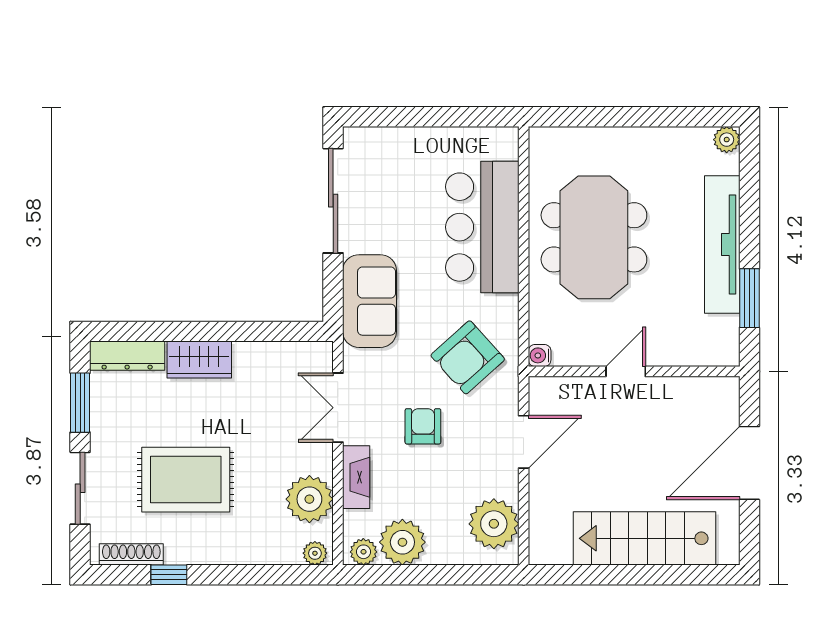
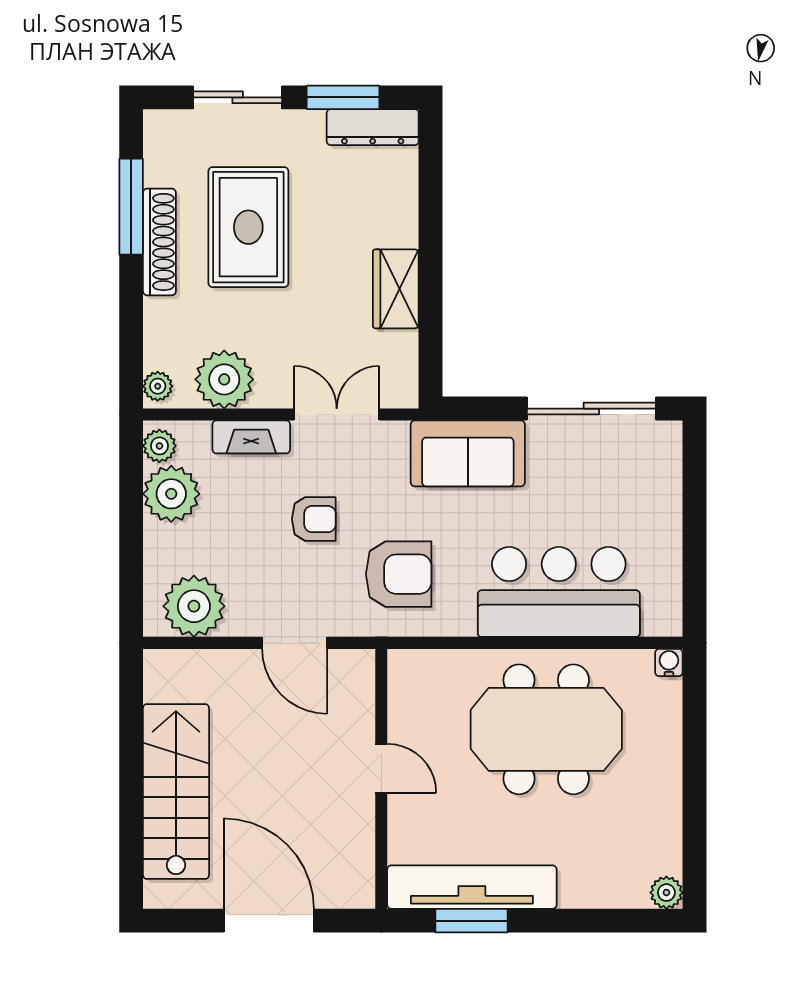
tv unit: (722, 244) -> (472, 887), moved
water cooler: (540, 355) -> (669, 663), moved
dresser: (127, 356) -> (373, 127), moved, turned -90
armchair: (468, 357) -> (399, 574), turned 132
wardrobe: (199, 360) -> (396, 289), moved
shoe rack: (131, 554) -> (159, 242), moved, width x1.36, depth x1.24
window: (169, 575) -> (131, 207), width x2.17

